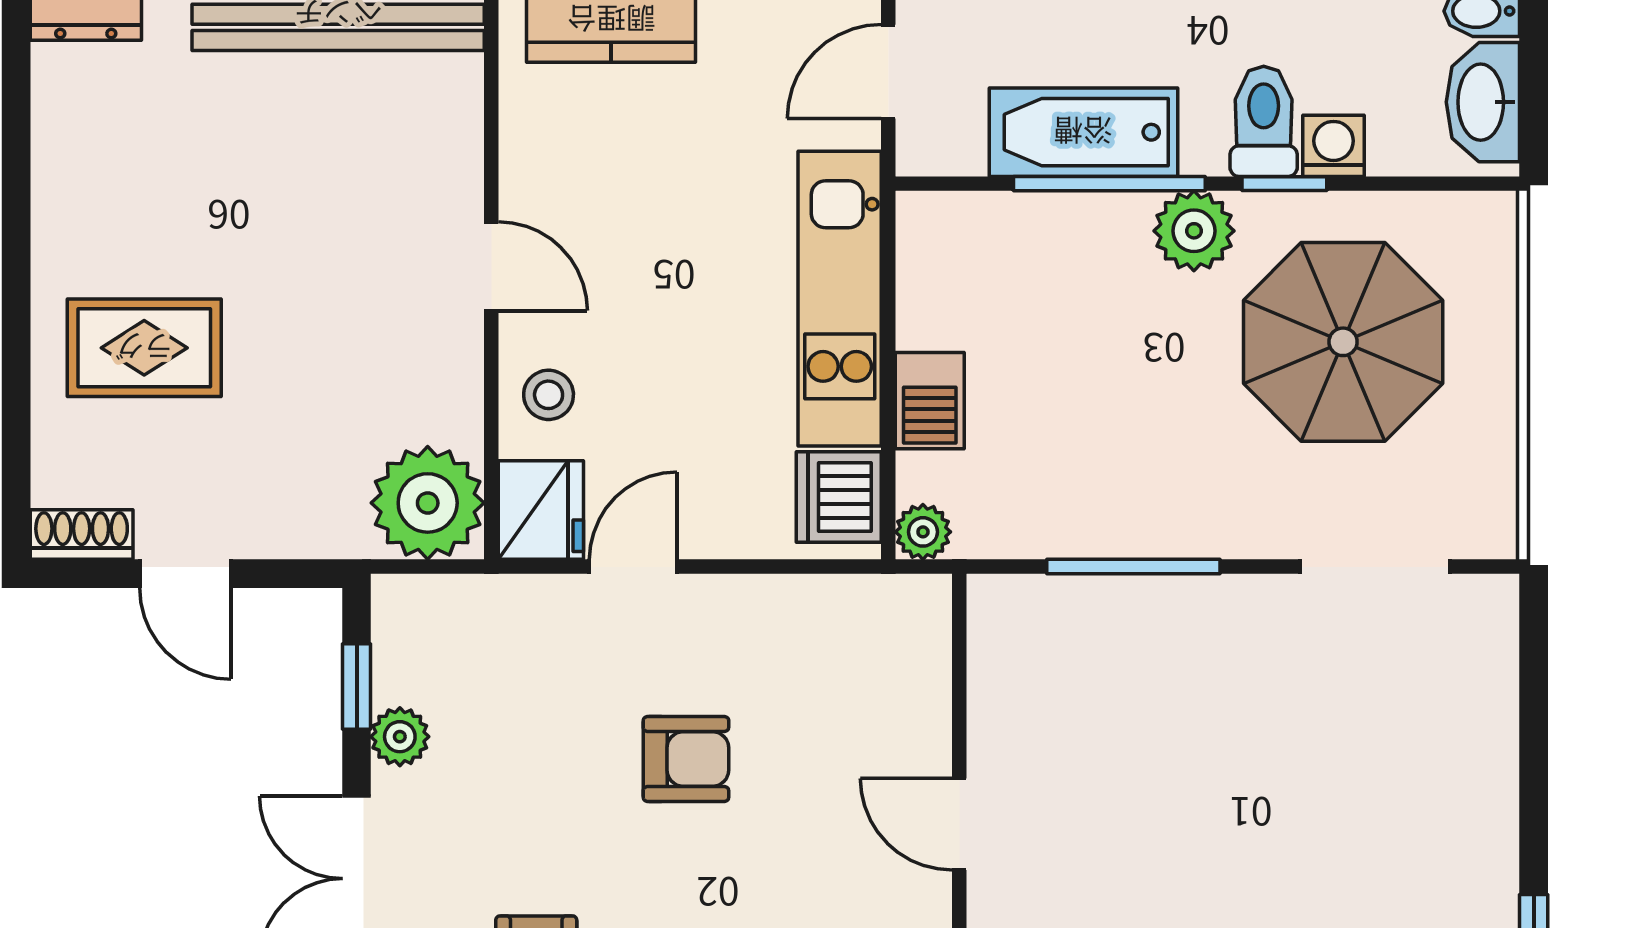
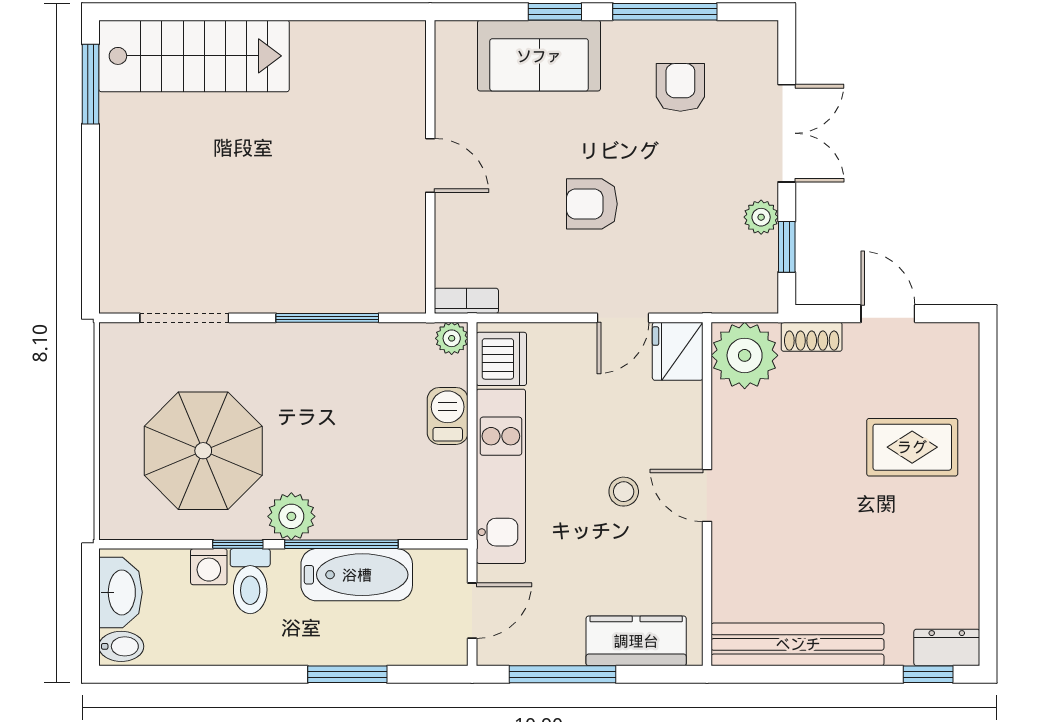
stool: (549, 395) -> (624, 492), moved
shoe rack: (82, 535) -> (812, 337), moved
bookcase: (898, 595) -> (466, 301), added

